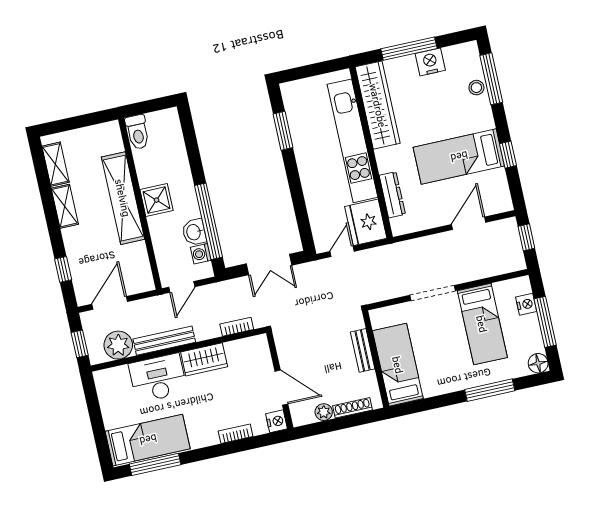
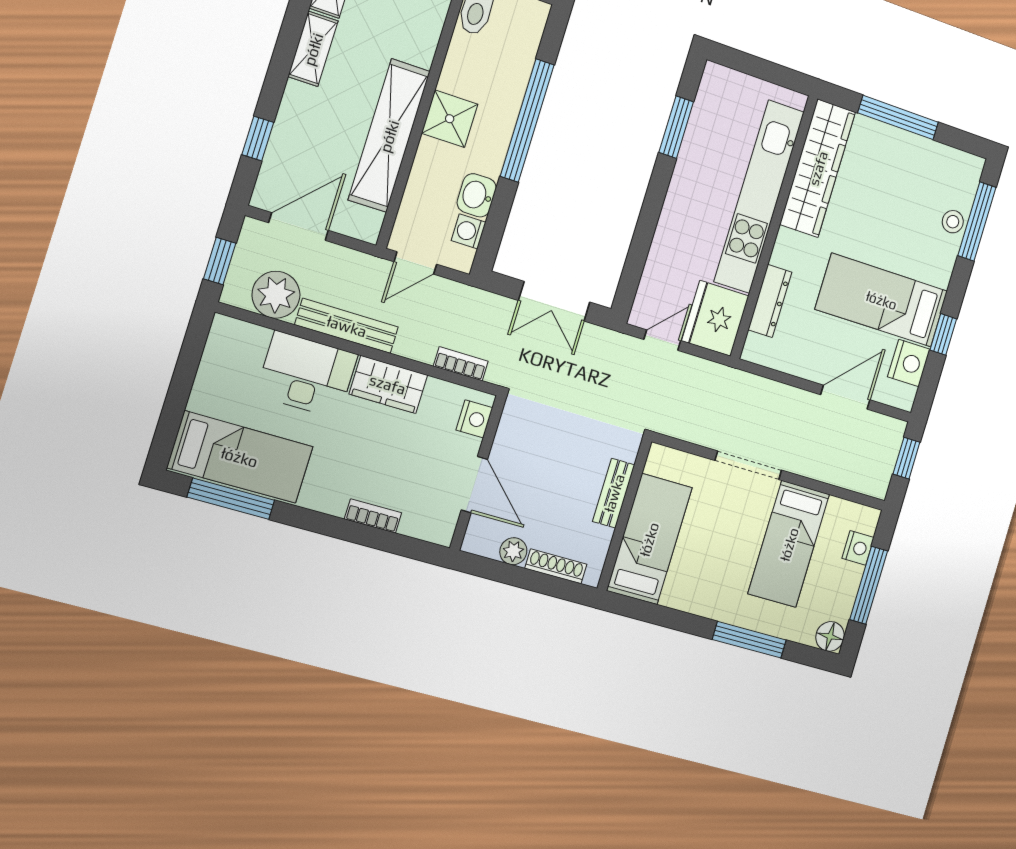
nightstand: (430, 62) -> (909, 363), moved, turned 90
shelving: (123, 198) -> (389, 136), moved
window: (209, 221) -> (527, 121), moved
nightstand: (276, 421) -> (474, 419), moved

